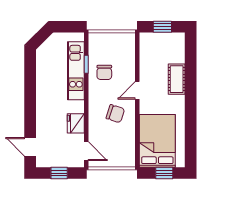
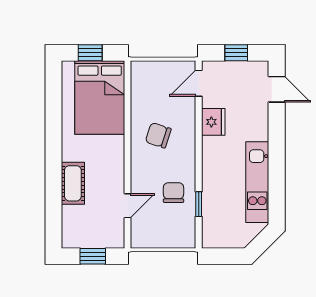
kitchen unit: (76, 71) -> (257, 182), moved, turned 180
door: (137, 90) -> (127, 206), moved
door: (86, 151) -> (199, 83), hinge flipped

